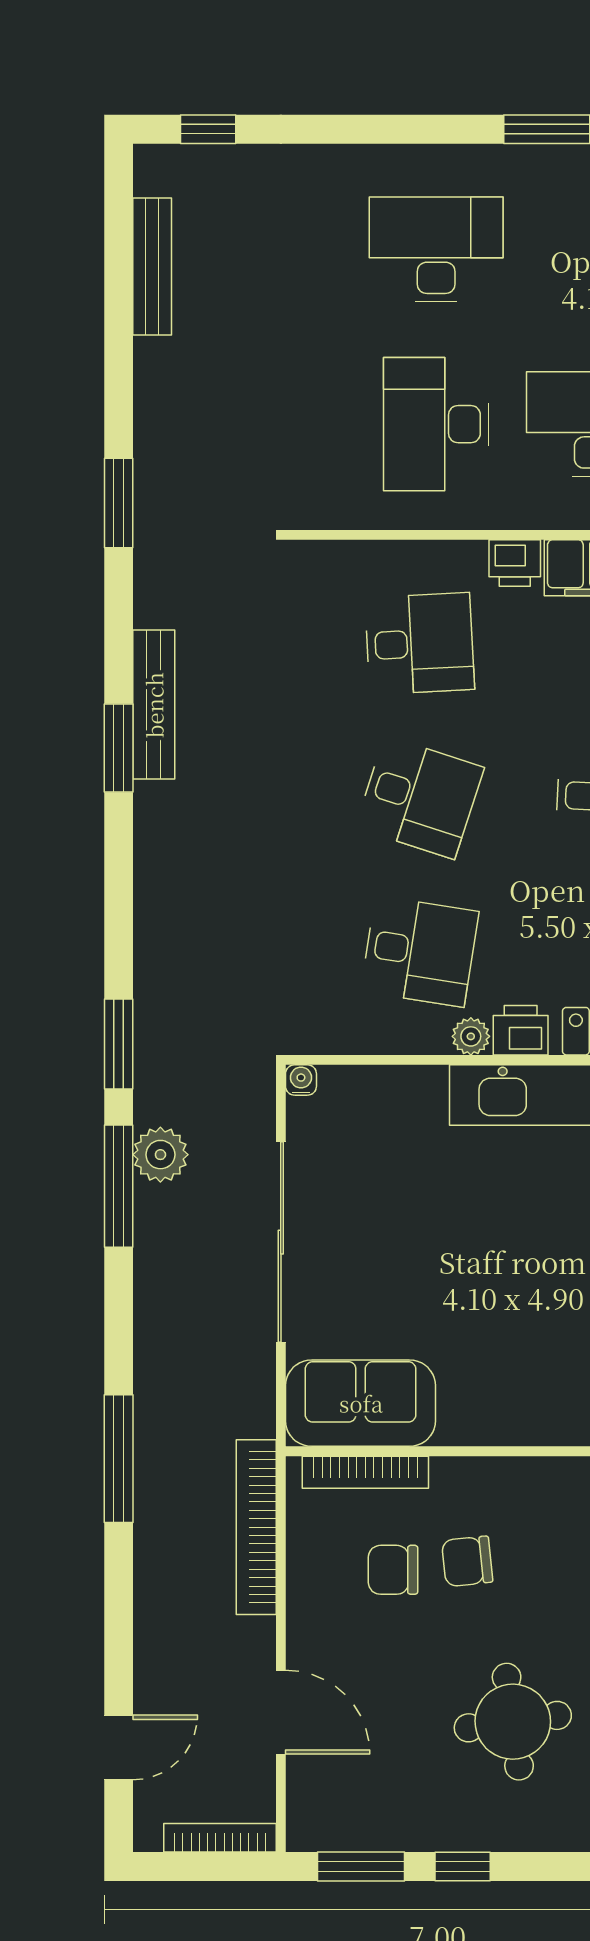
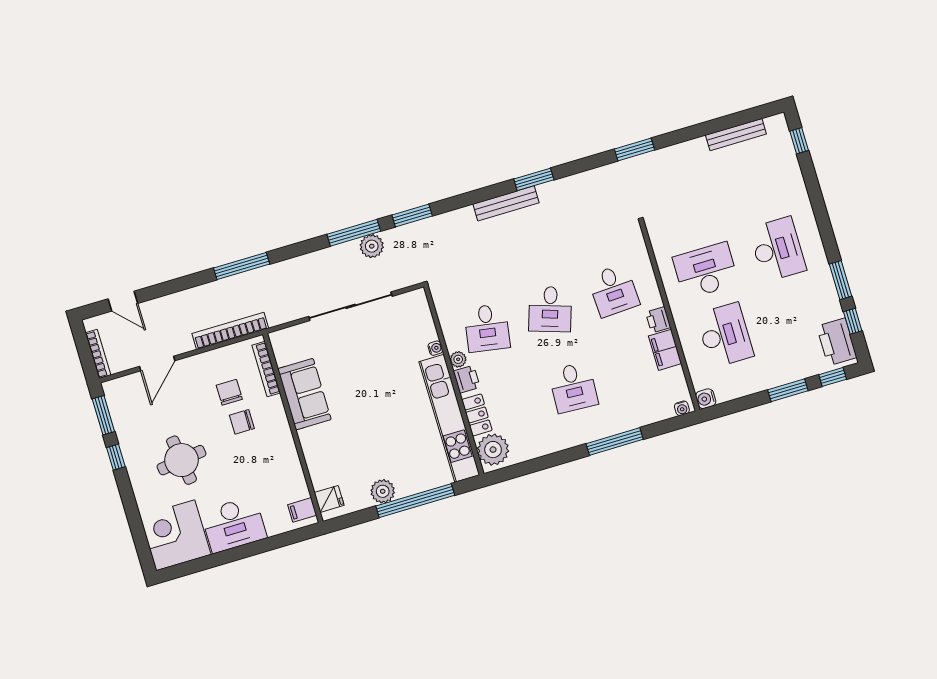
bench: (154, 705) -> (506, 203), moved
water cooler: (301, 1080) -> (435, 348), moved
sofa: (361, 1403) -> (304, 394), moved
chair: (467, 1561) -> (242, 422), turned -84

